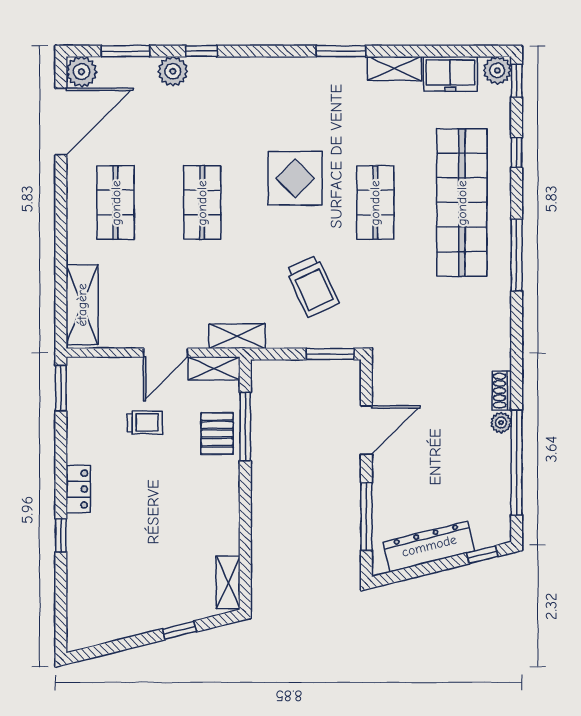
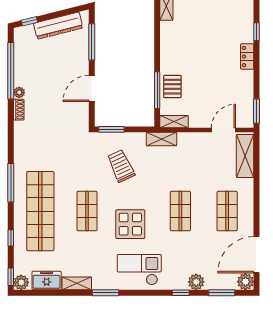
checkout: (279, 94) -> (139, 270), added
door: (166, 353) -> (223, 130), moved
trolley: (145, 422) -> (211, 92), removed

